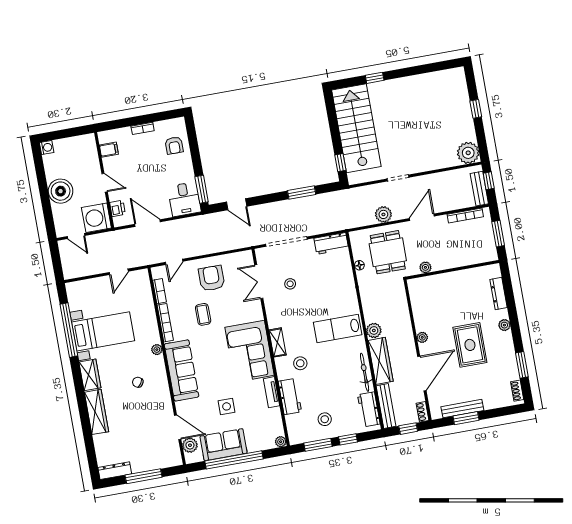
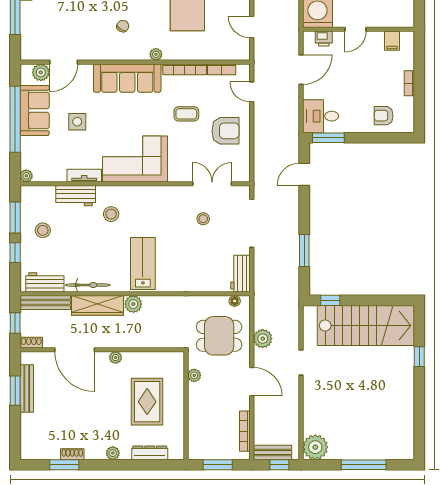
window: (476, 109) -> (364, 465), width x2.17
floor lamp: (359, 265) -> (235, 301), moved
shelving: (278, 342) -> (139, 193), removed
rug: (470, 345) -> (147, 402), moved, turned 90
shoe rack: (517, 391) -> (72, 454), moved

